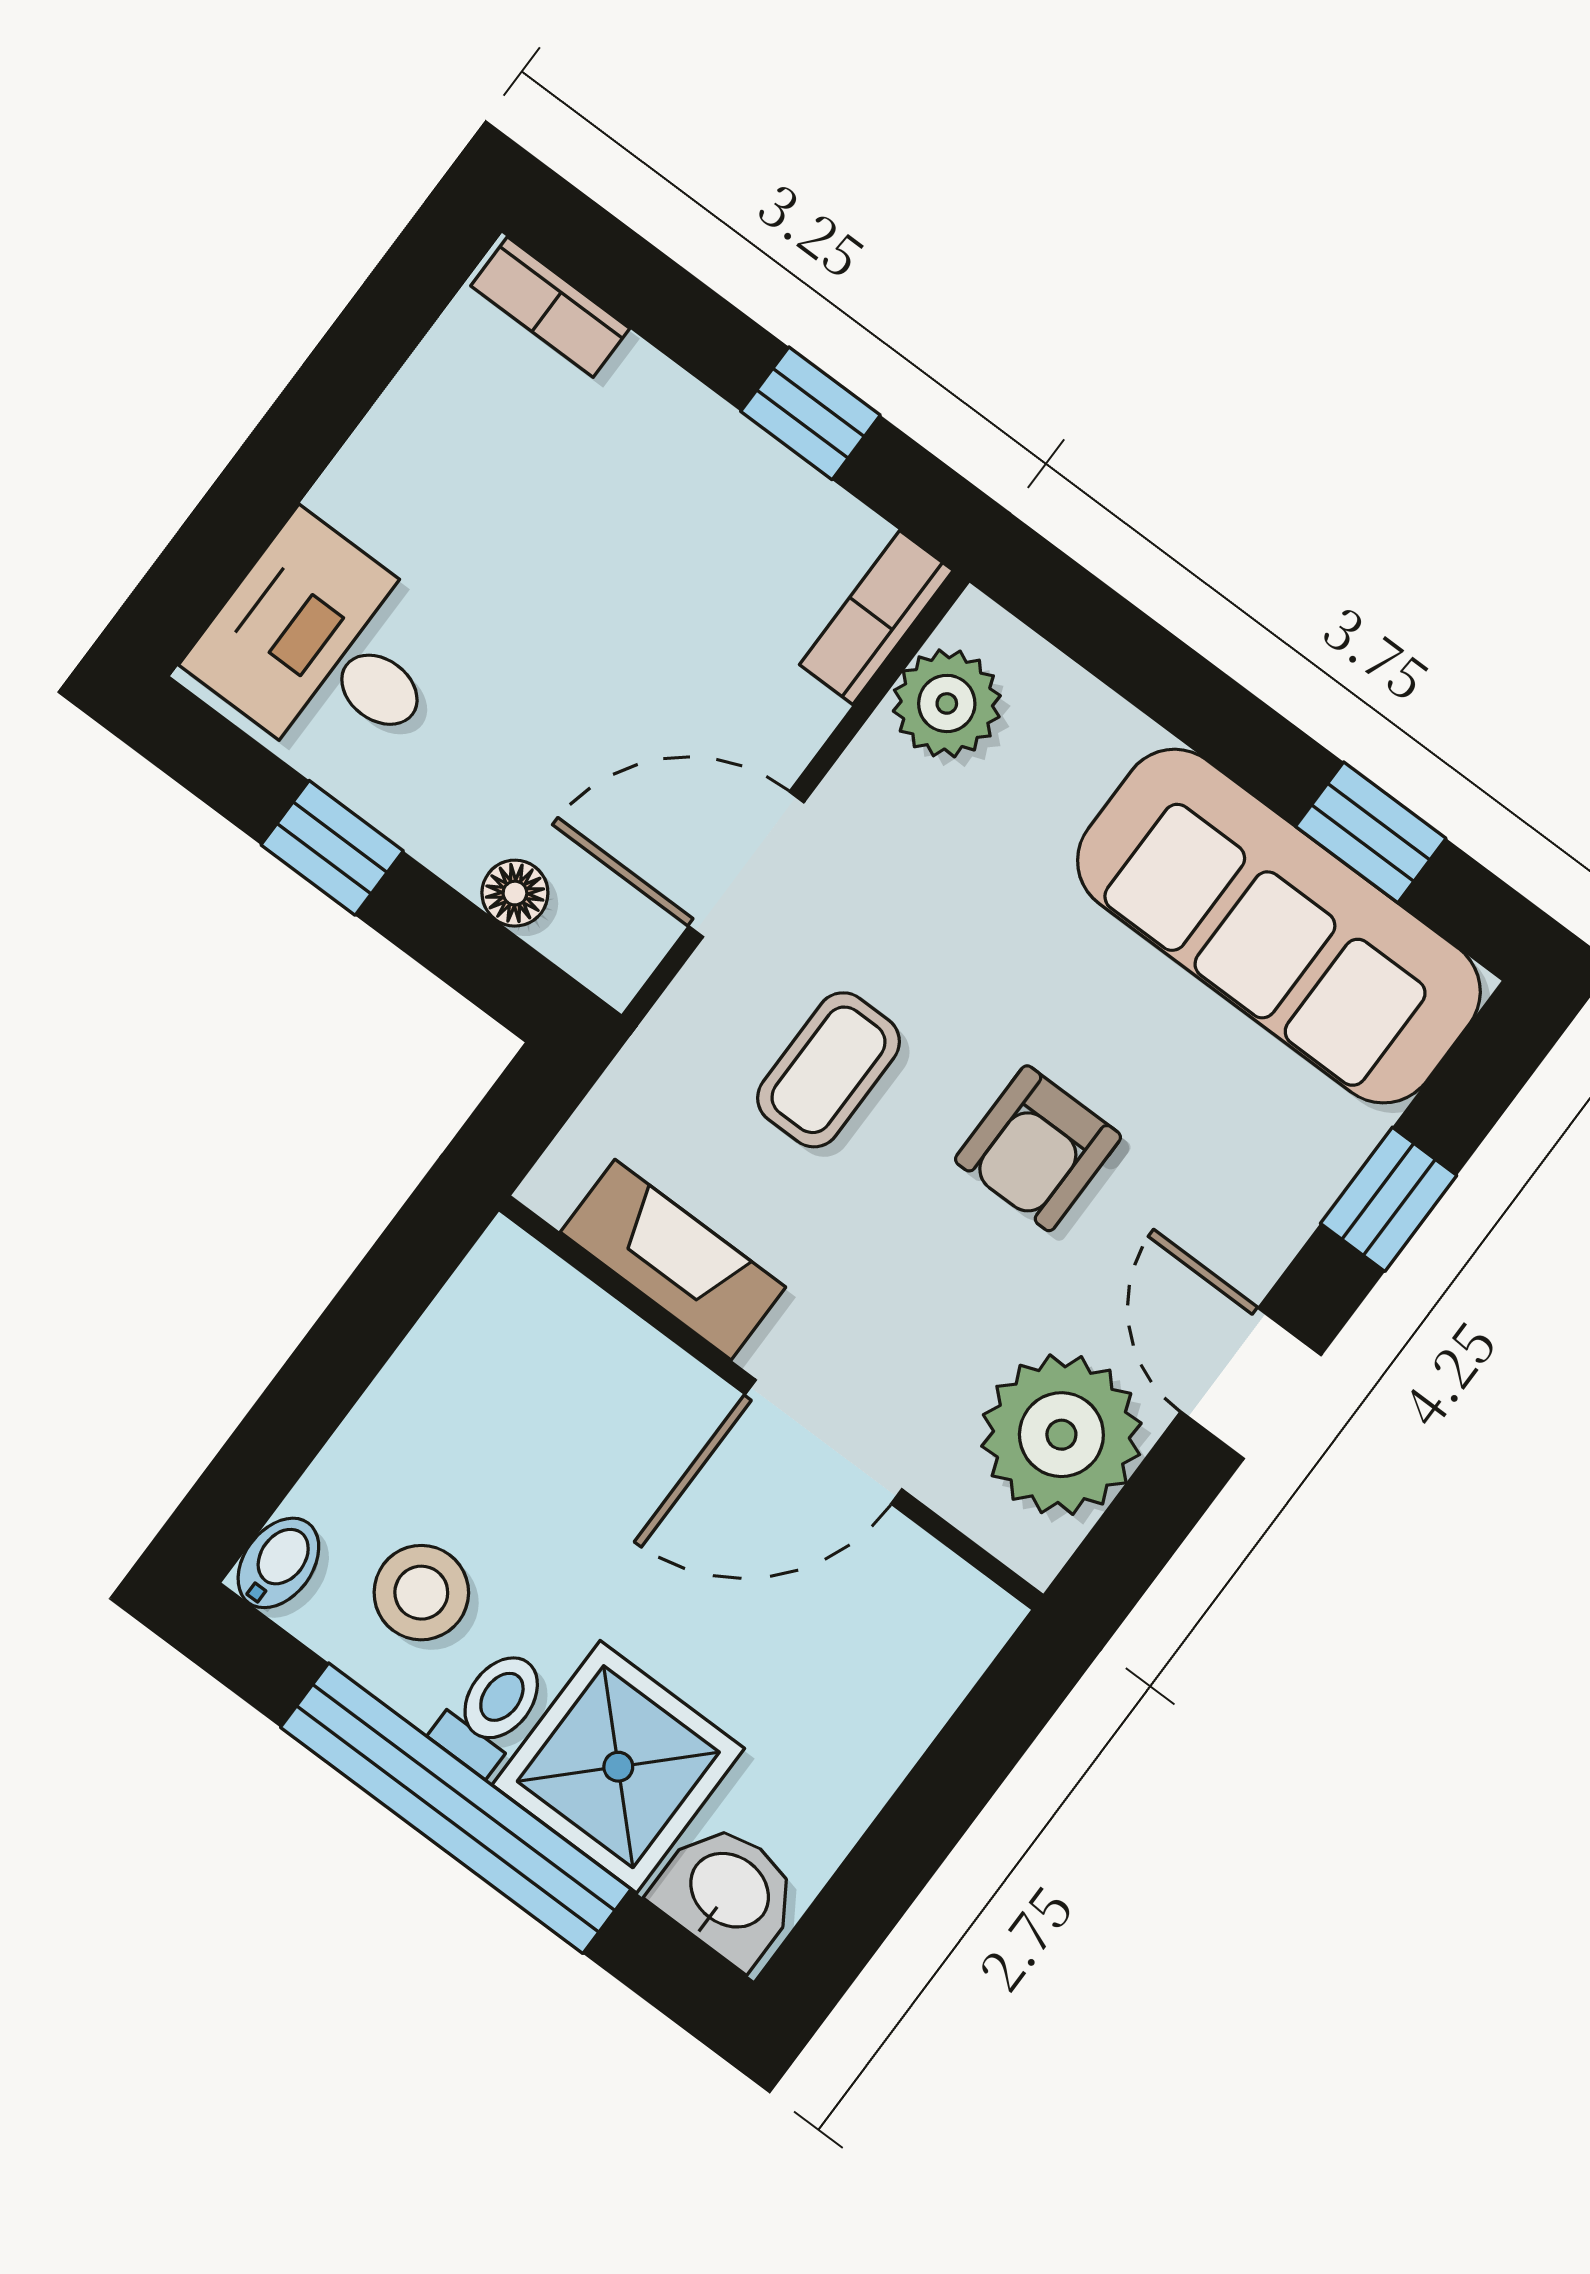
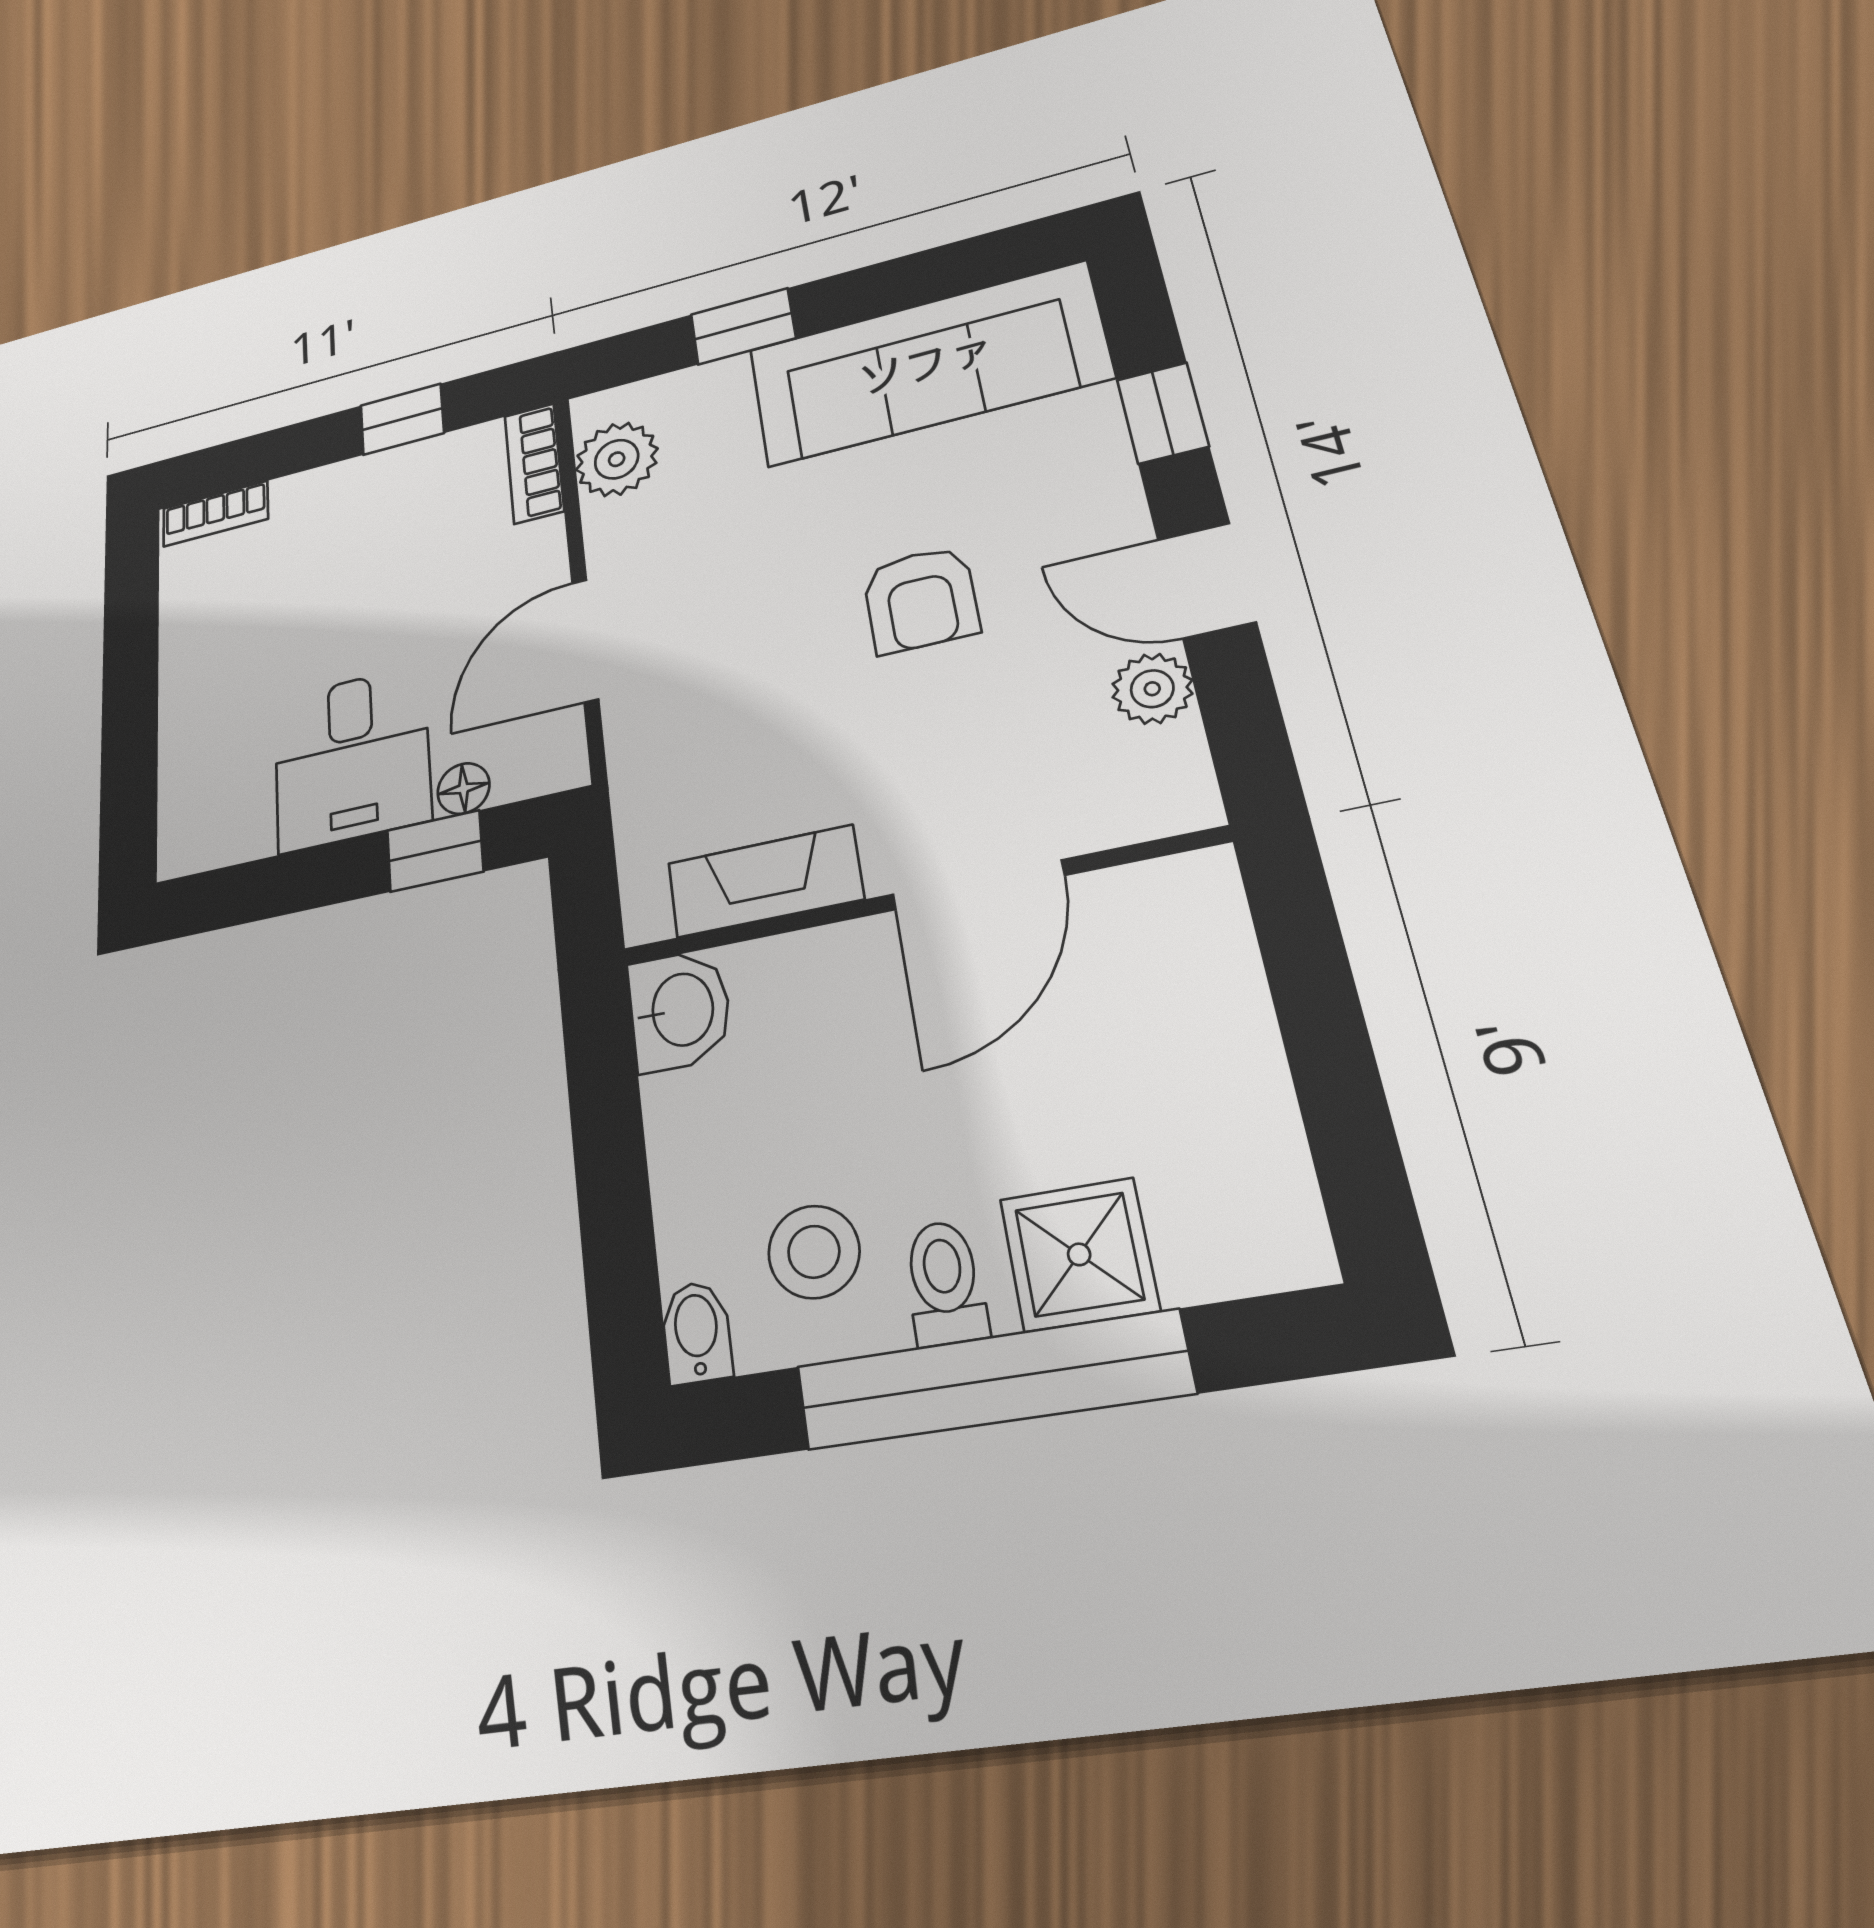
desk: (326, 649) -> (352, 758), moved, turned -90
window: (1371, 832) -> (743, 326), moved
window: (332, 848) -> (435, 851), moved
coffee table: (829, 1070) -> (748, 688), removed
plant: (1061, 1435) -> (1152, 689), width x0.53, depth x0.53
shower: (618, 1767) -> (1079, 1254), width x0.73, depth x0.73
washbasin: (728, 1893) -> (680, 1010), moved, turned 90

